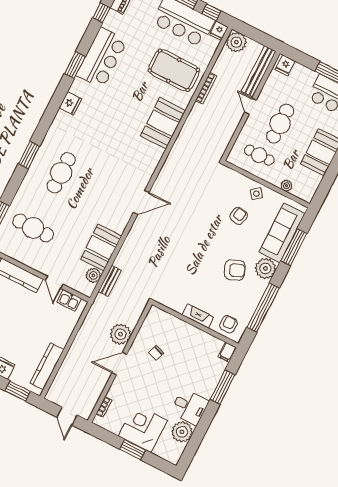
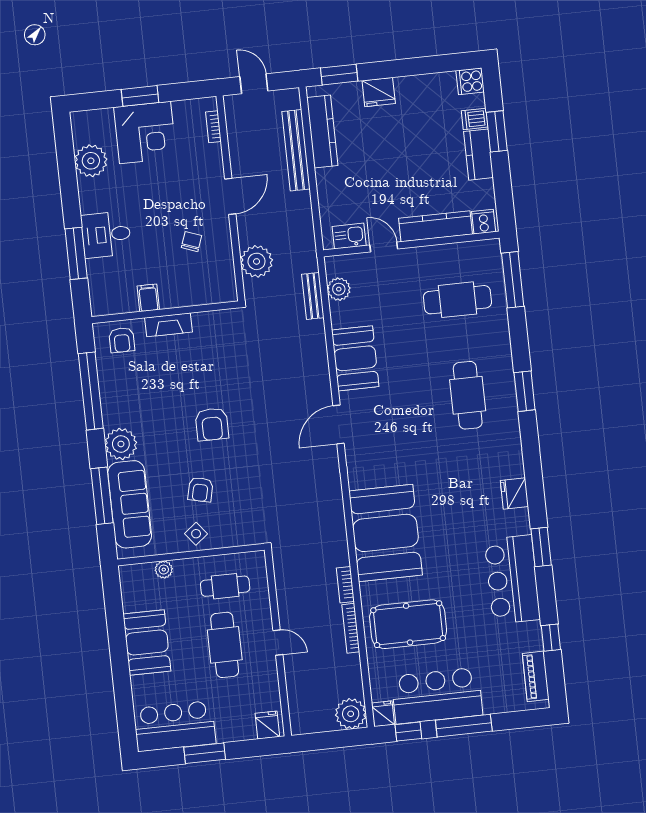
bench: (259, 71) -> (296, 150), moved
bookcase: (194, 114) -> (345, 585), added
booth: (163, 123) -> (385, 533), width x1.36, depth x1.42
booth: (101, 248) -> (355, 358), moved
armchair: (235, 270) -> (212, 424), moved, turned -68
plant: (120, 334) -> (257, 261), moved
filing cabinet: (227, 352) -> (148, 298), moved
desk: (189, 407) -> (106, 235), moved

